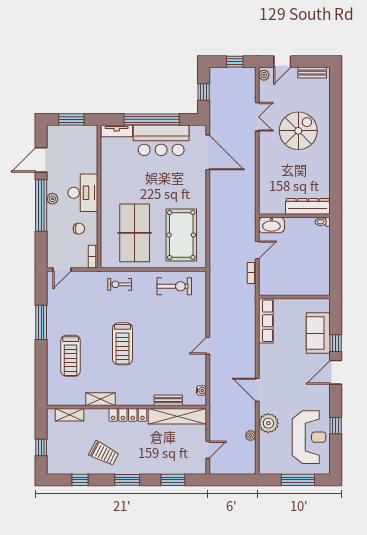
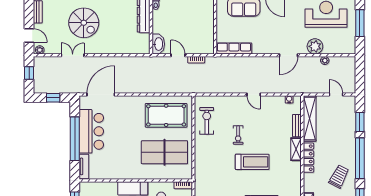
spiral stairs: (298, 131) -> (84, 23), turned 180
exercise bike: (120, 284) -> (238, 135), moved
shelving: (101, 399) -> (296, 149), moved
window: (127, 480) -> (360, 158), width x2.11

